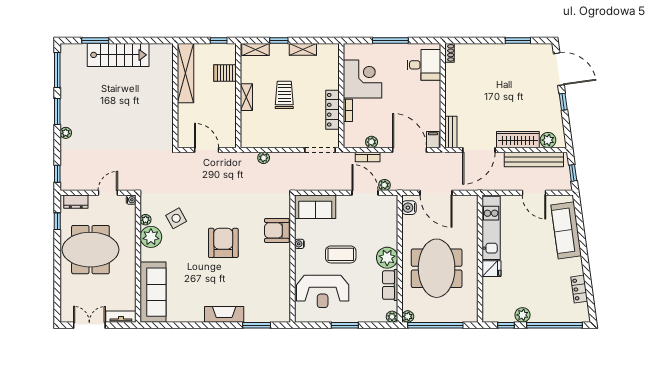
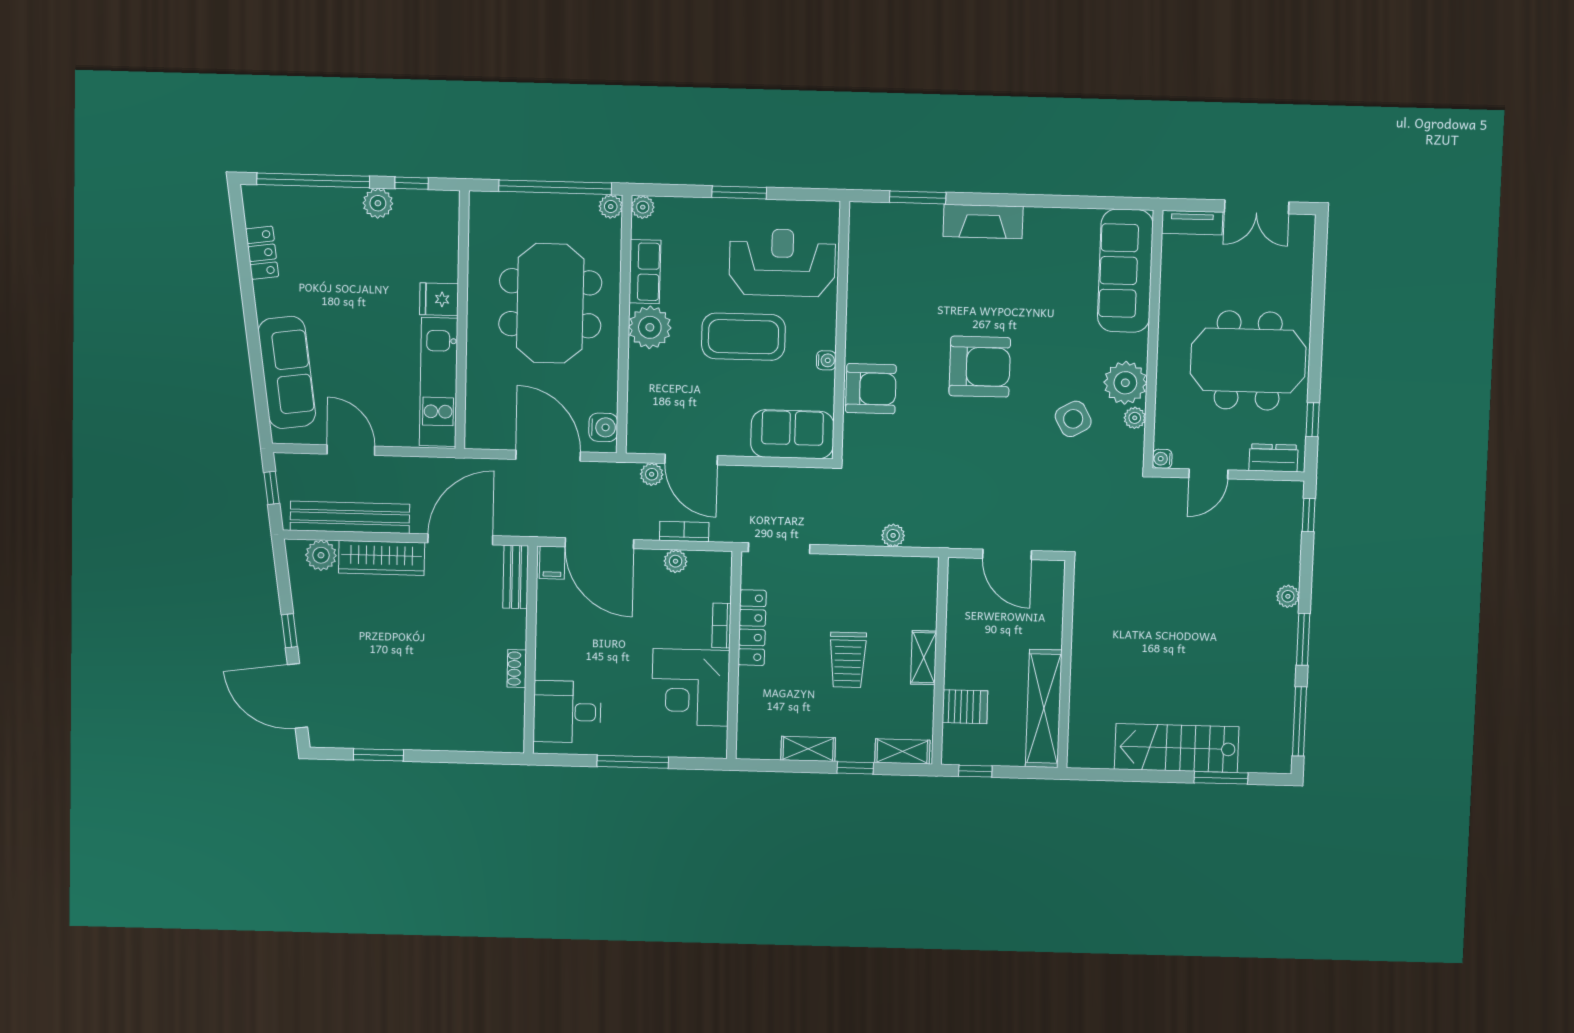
shoe rack: (450, 53) -> (517, 669), moved
armchair: (223, 243) -> (980, 367), turned -90
coffee table: (341, 254) -> (743, 337), width x1.36, depth x1.32

